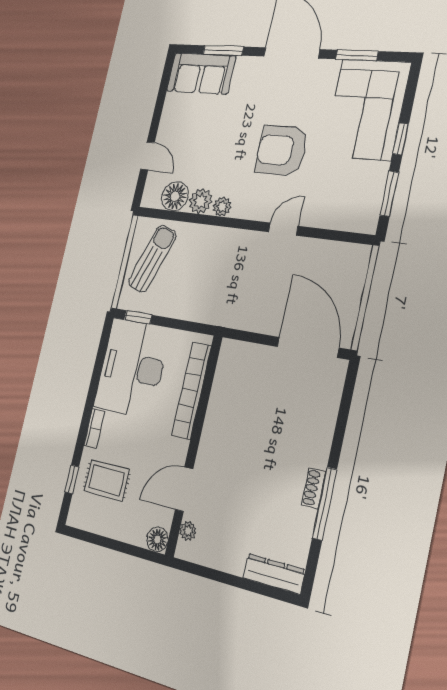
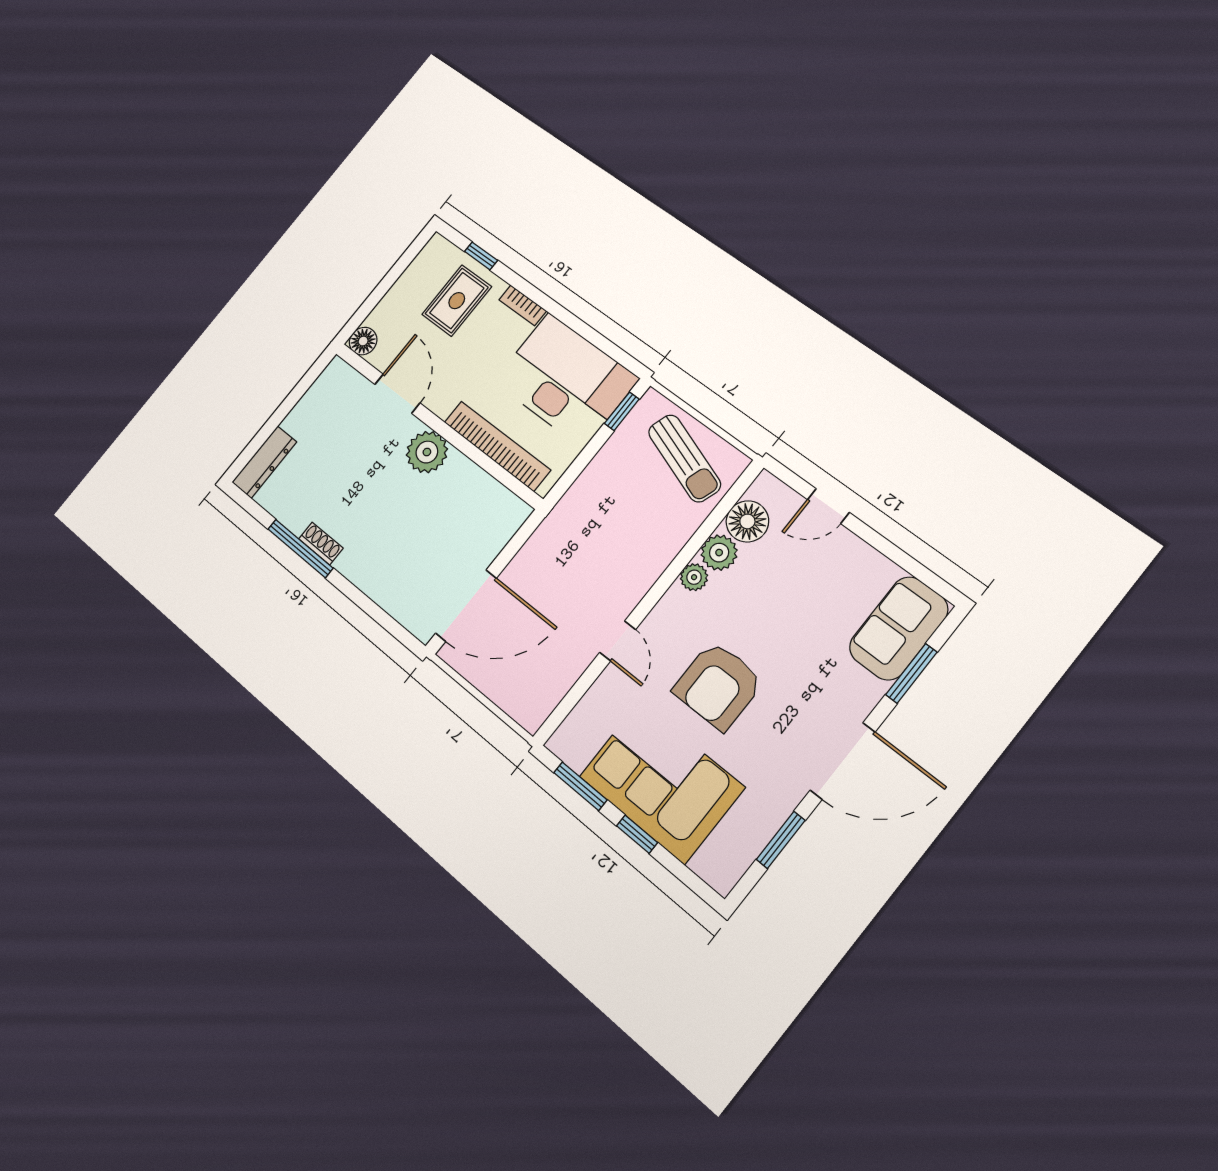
corner sofa: (367, 109) -> (661, 782), moved
armchair: (282, 150) -> (718, 686), turned 180
plant: (188, 531) -> (427, 452), moved, width x1.87, depth x1.87

